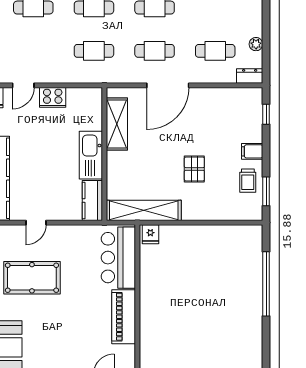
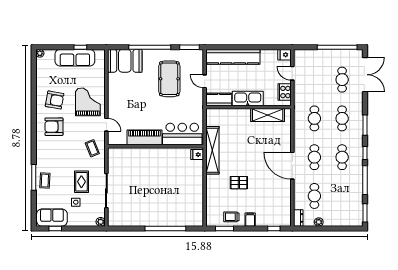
shelving: (117, 124) -> (268, 115), moved
wall: (104, 154) -> (248, 107), moved
kitchen sink: (91, 155) -> (248, 99), moved
kitchen counter: (92, 201) -> (219, 99), moved

